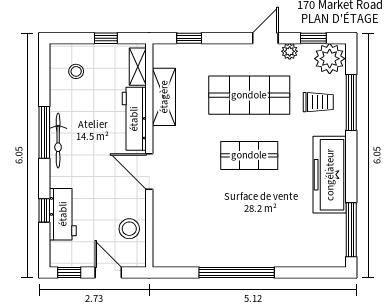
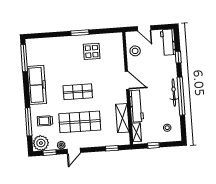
window: (44, 132) -> (181, 96), width x1.46
workbench: (63, 214) -> (168, 42), moved
display table: (216, 234) -> (92, 51), added
window: (69, 273) -> (164, 27), removed
window: (237, 273) -> (80, 33), width x0.47

